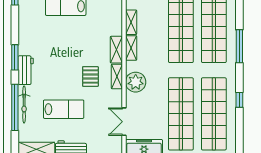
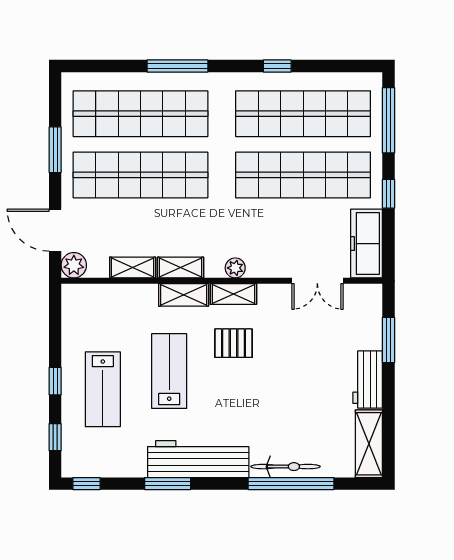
window: (15, 57) -> (168, 484), moved
workbench: (26, 70) -> (198, 459), width x1.88, depth x1.32
plant: (136, 82) -> (235, 268), width x0.53, depth x0.53
lab bench: (64, 109) -> (169, 371), moved

